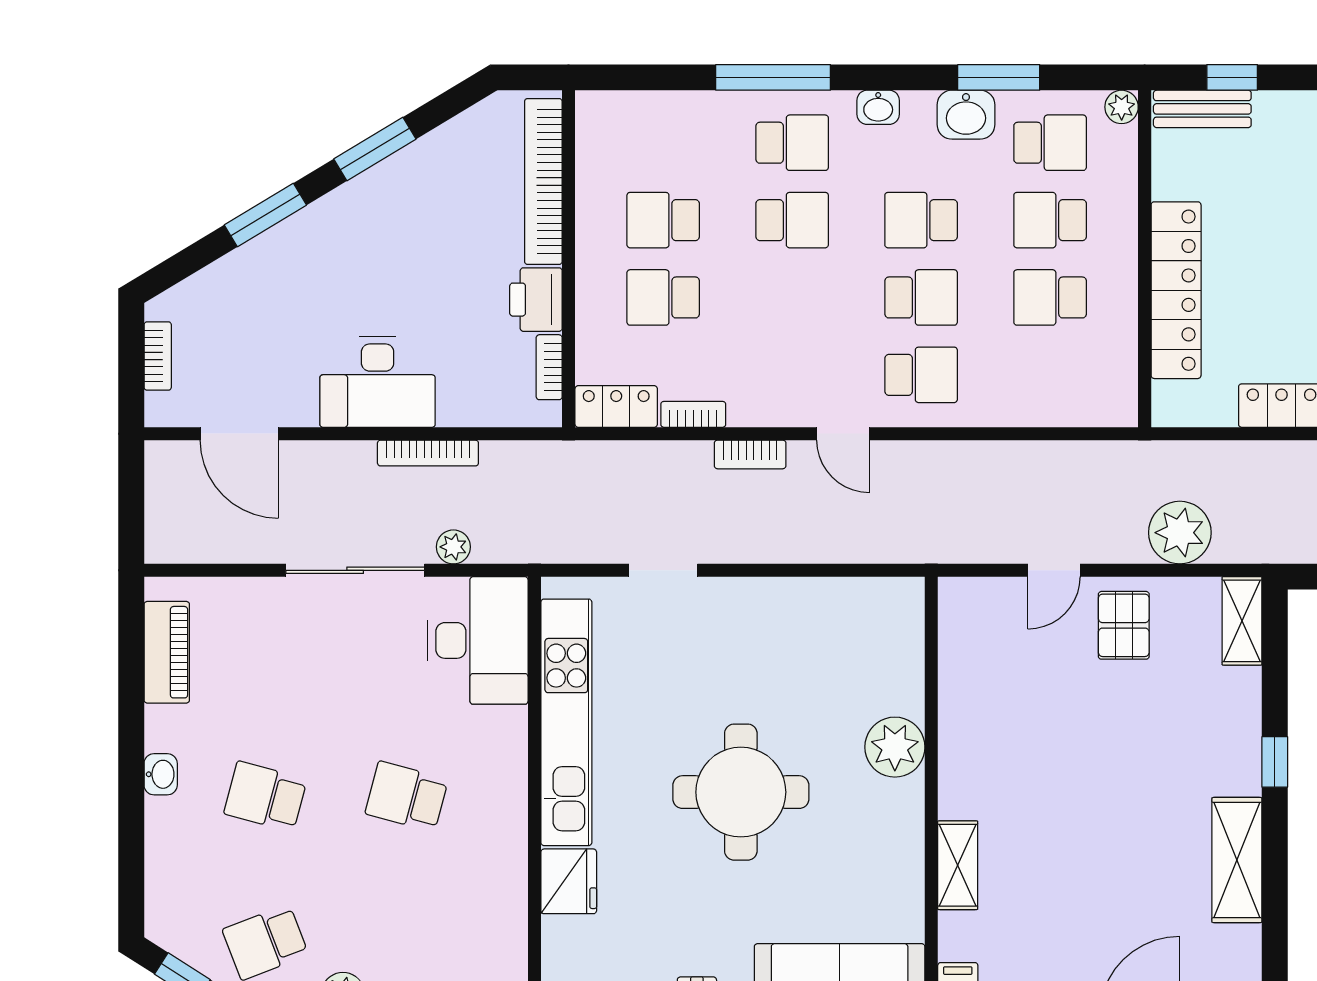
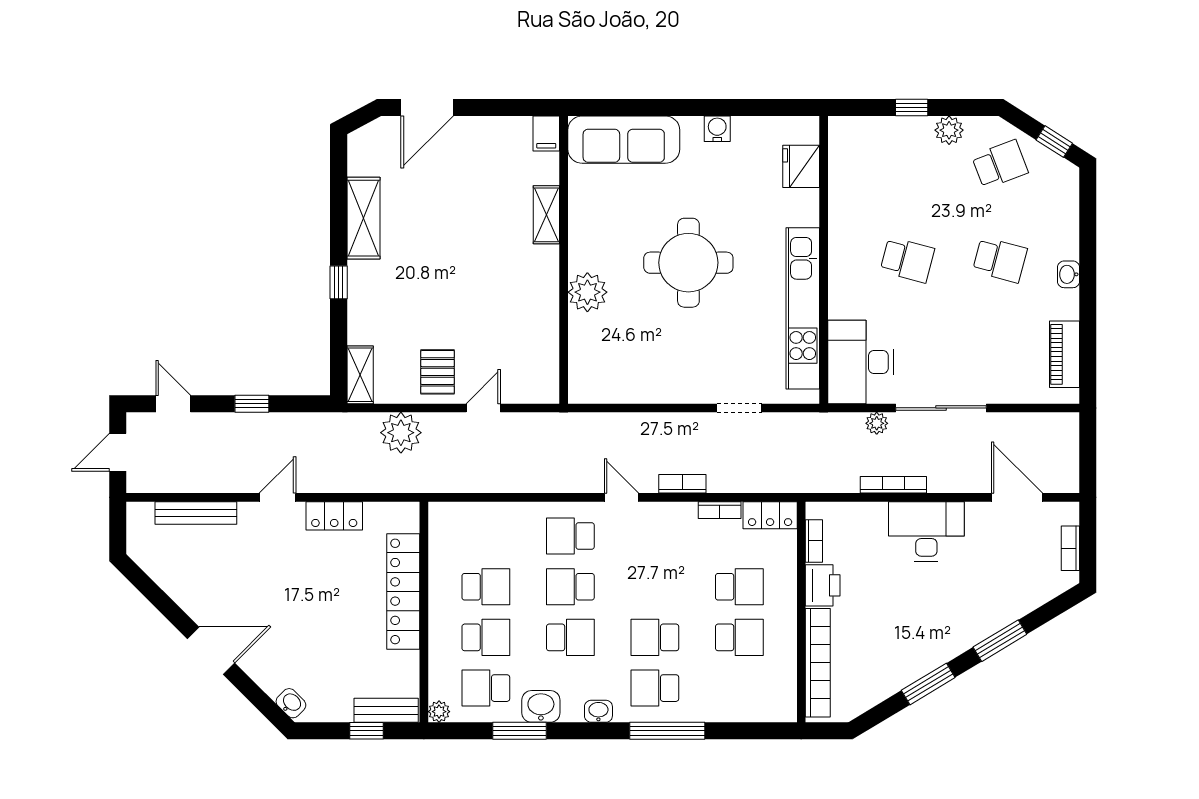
fridge: (569, 881) -> (801, 166), moved

